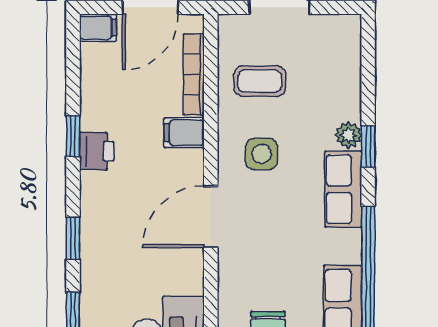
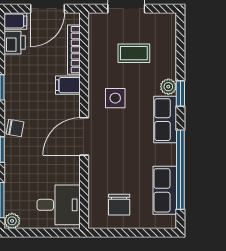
coffee table: (260, 81) -> (134, 53), moved
printer: (97, 151) -> (15, 43), moved
chair: (97, 203) -> (15, 128), added

